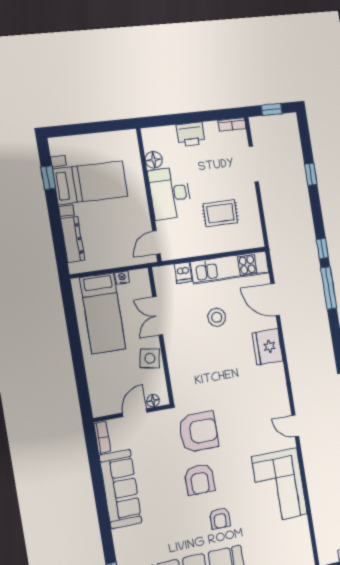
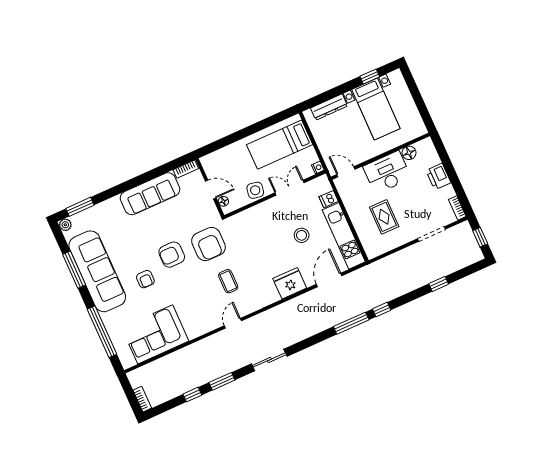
nightstand: (122, 278) -> (318, 168), moved
coffee table: (247, 419) -> (228, 281), added
corner sofa: (279, 486) -> (155, 334), moved
armchair: (220, 518) -> (145, 279), turned -90

